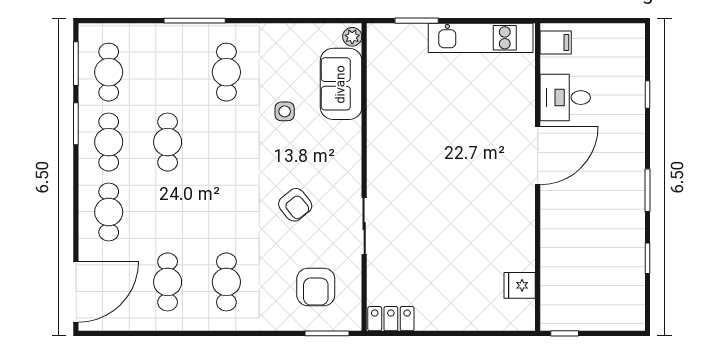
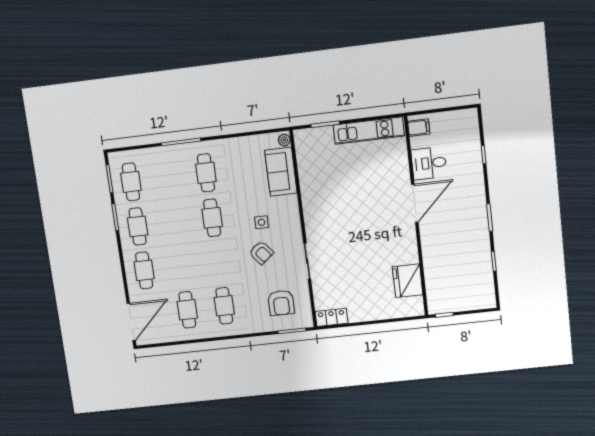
side table: (285, 111) -> (261, 222), moved
cafe table: (168, 142) -> (212, 218), moved
fridge: (520, 285) -> (408, 281), width x1.88, depth x1.34

